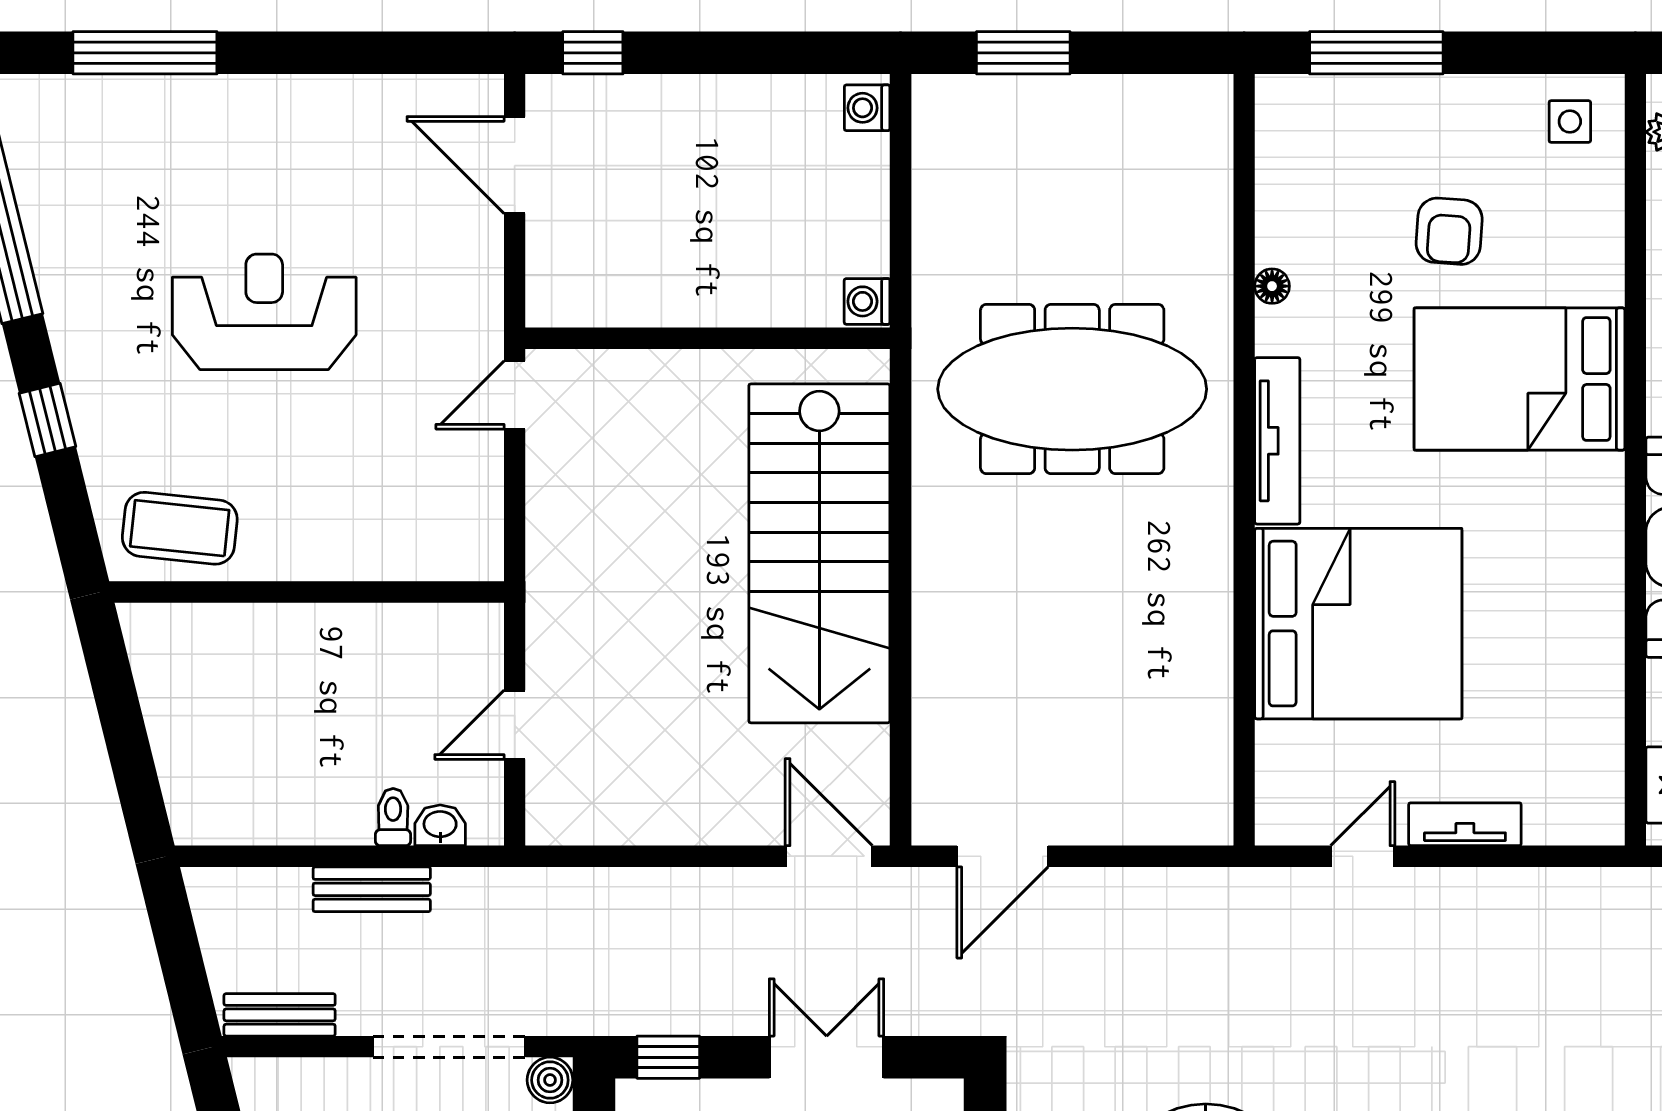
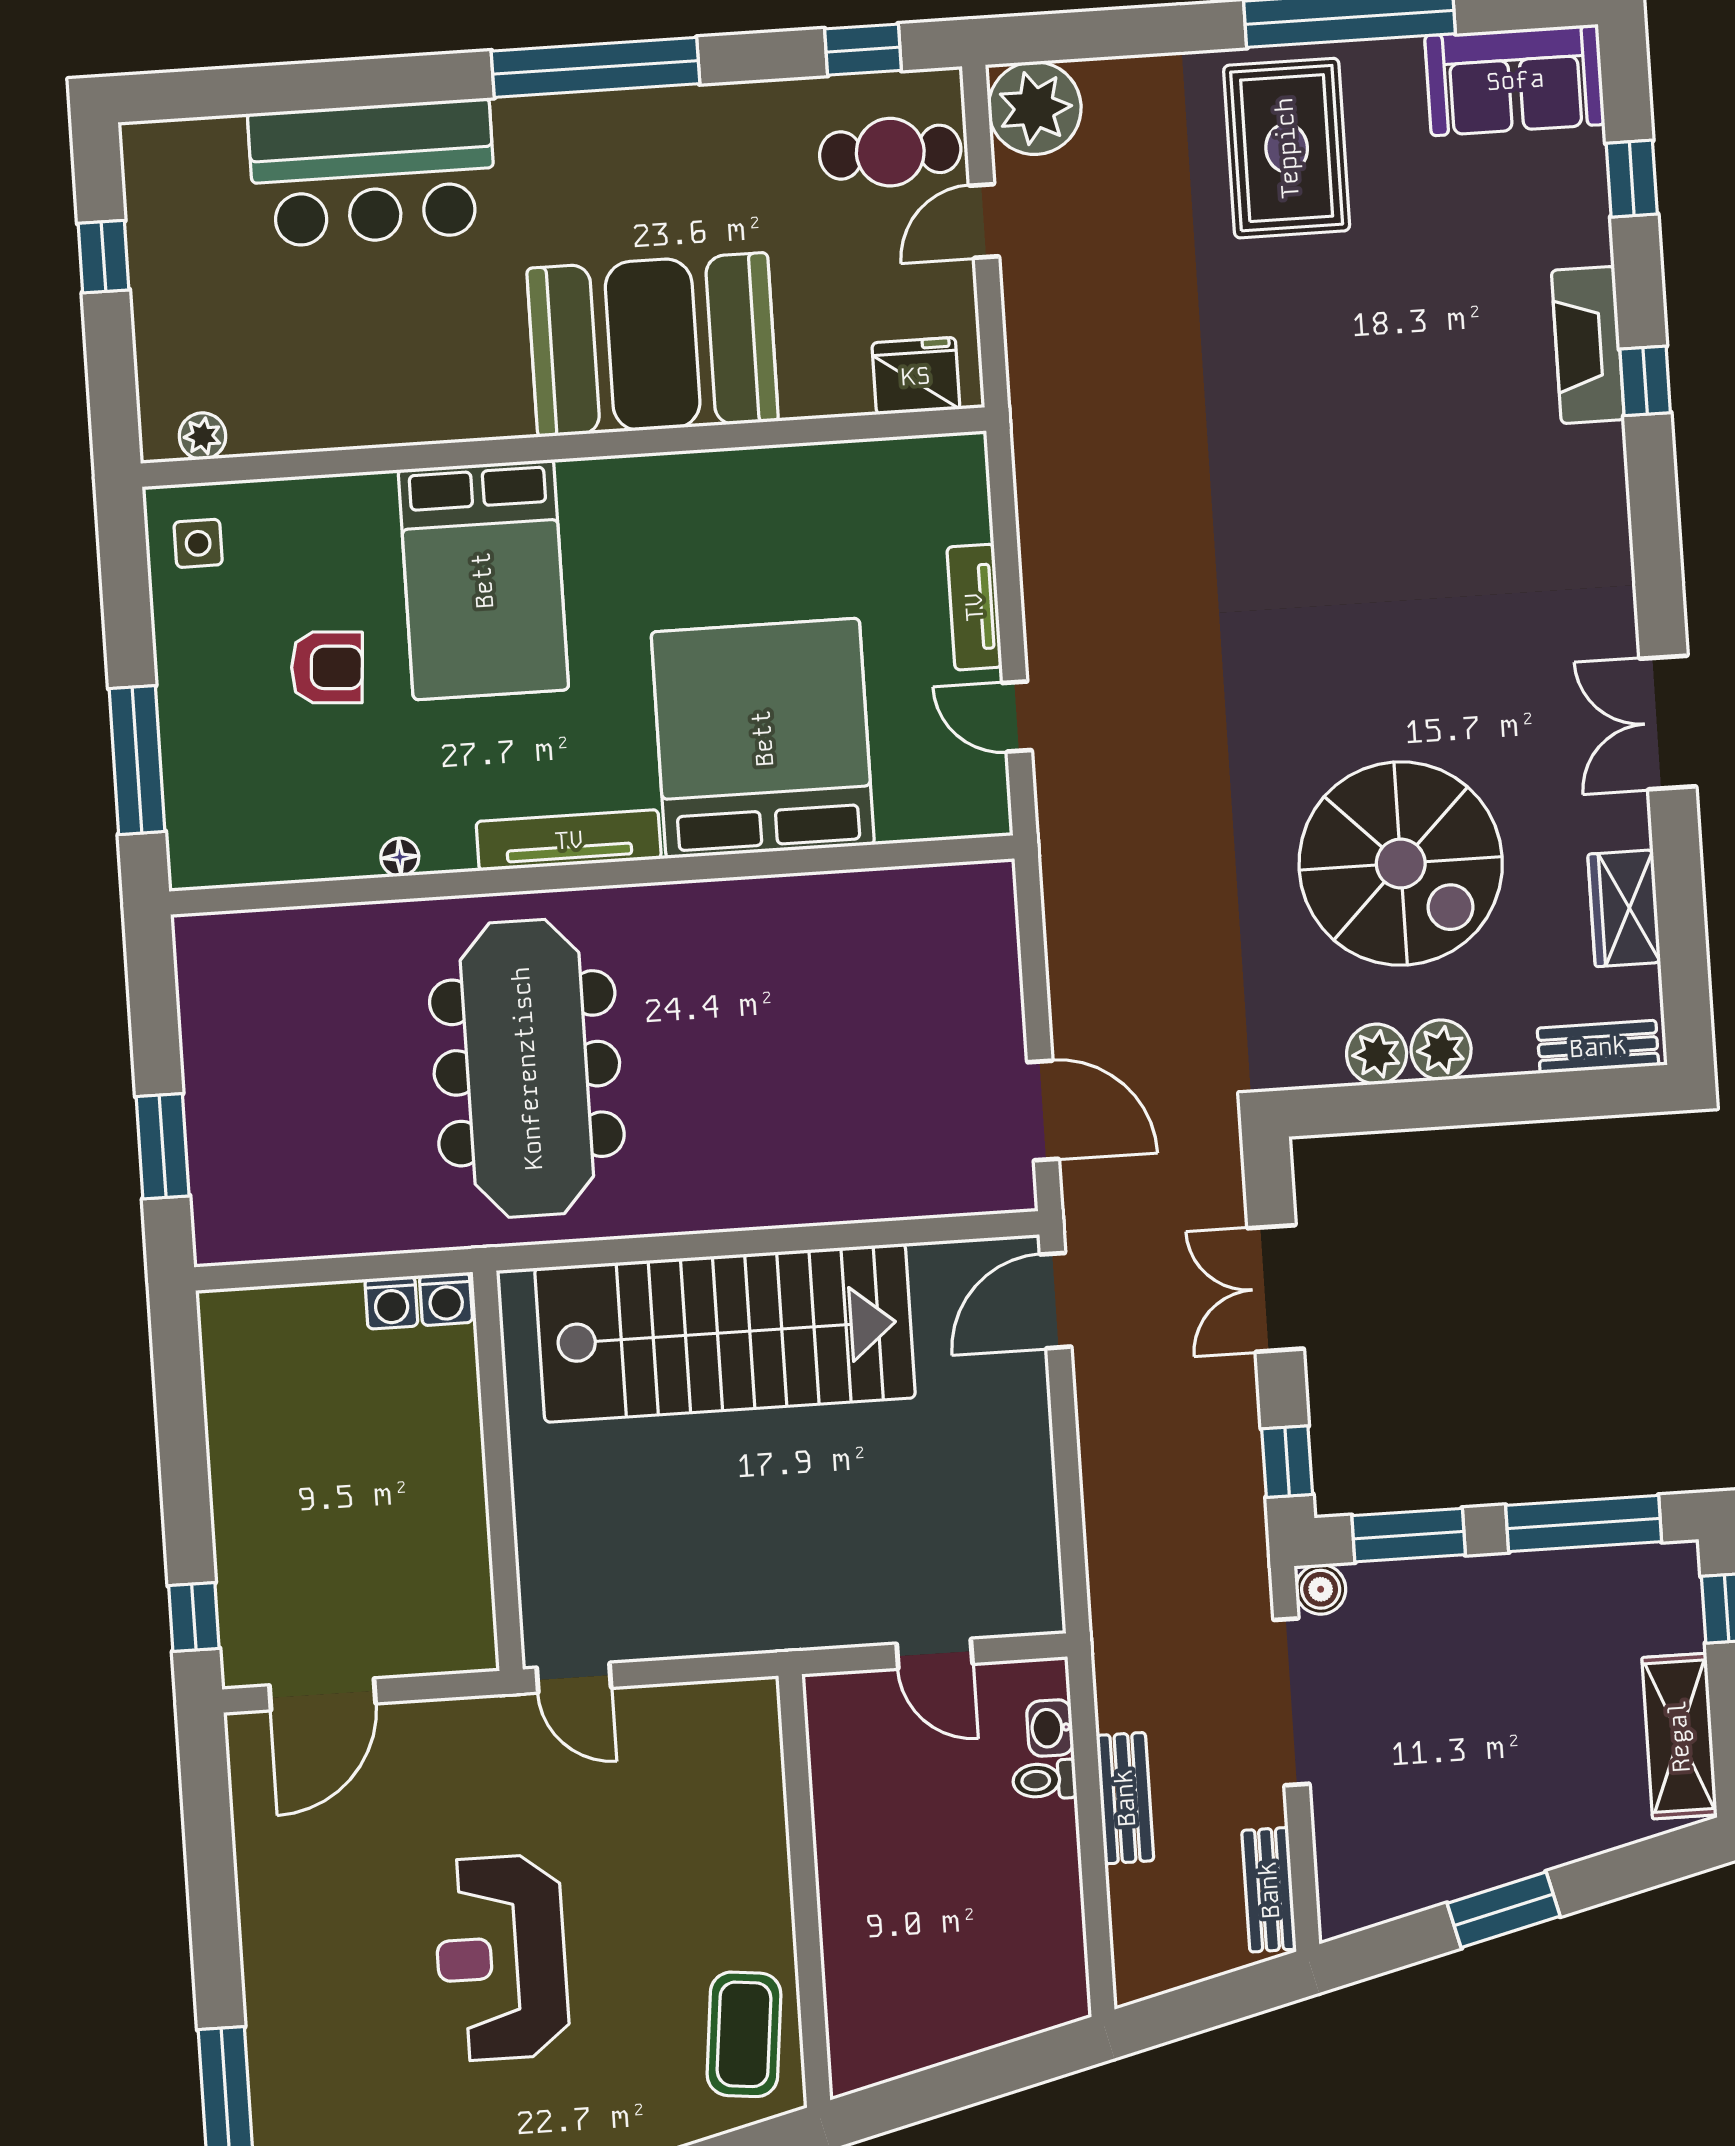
washing machine: (867, 108) -> (391, 1303), moved

